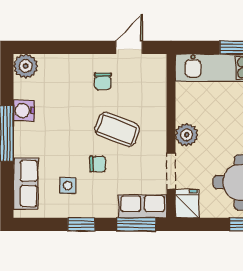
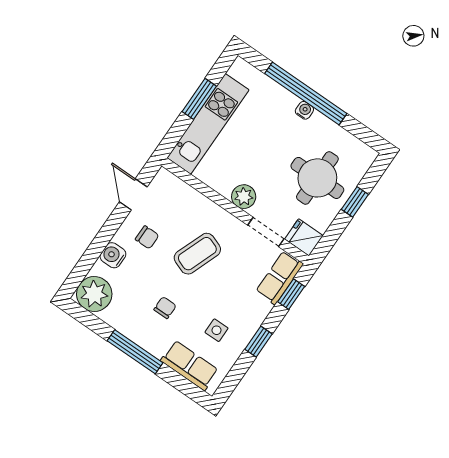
plant: (26, 66) -> (94, 294), width x1.36, depth x1.36
water cooler: (24, 111) -> (113, 255), moved, turned 90
chair: (98, 164) -> (165, 308), moved
window: (136, 224) -> (291, 294), width x0.67

